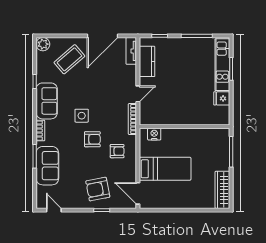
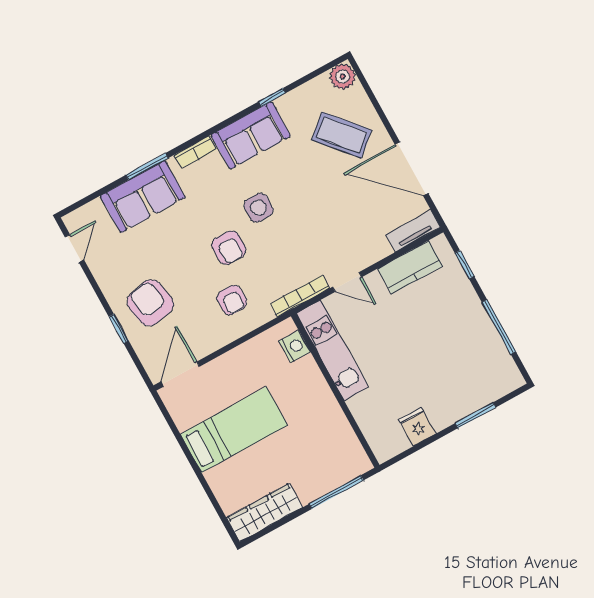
kitchen unit: (222, 65) -> (332, 350), moved, turned 90
bed: (165, 169) -> (234, 430), moved, turned -90

